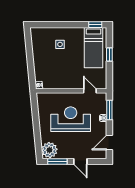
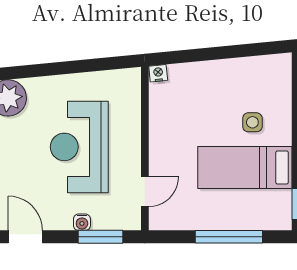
bed: (94, 48) -> (245, 167), moved
window: (109, 55) -> (229, 237), width x2.17
reception desk: (71, 119) -> (79, 147), turned 180

